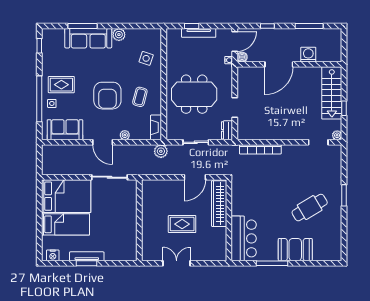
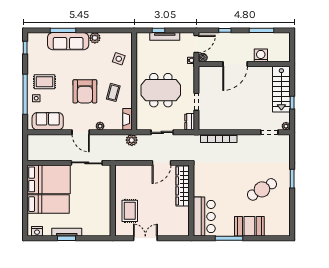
rug: (182, 224) -> (130, 211), moved, turned 90

